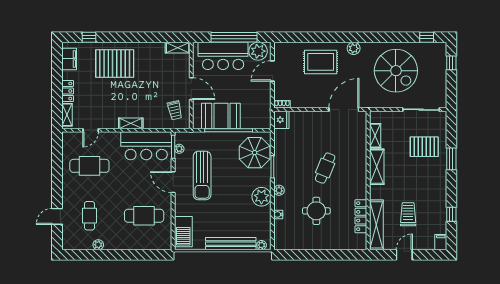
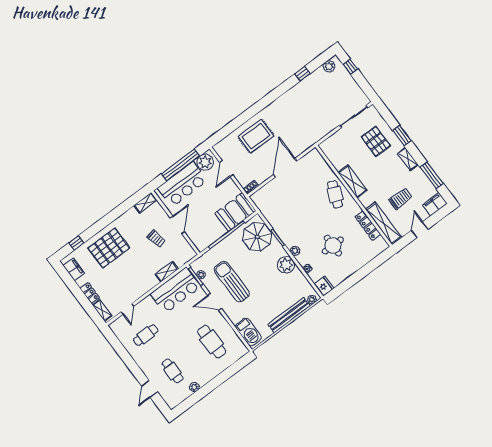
window: (427, 37) -> (303, 74), moved
plant: (354, 48) -> (329, 66), moved
spiral stairs: (396, 71) -> (315, 102), removed
door: (191, 89) -> (177, 225), hinge flipped
trolley: (175, 110) -> (156, 239), moved
door: (344, 110) -> (285, 168), moved
booth: (221, 116) -> (235, 212), moved
fridge: (281, 120) -> (324, 286), moved
shelving: (131, 123) -> (167, 272), moved
shelving: (375, 136) -> (408, 159), moved
pallet: (424, 147) -> (376, 141), turned 90
cafe table: (89, 166) -> (146, 335), width x0.73, depth x0.74
cafe table: (325, 168) -> (335, 194), moved
sun lounger: (202, 176) -> (232, 282), turned 180
trolley: (408, 214) -> (401, 199), turned 90
window: (451, 214) -> (432, 175), width x2.17
cafe table: (144, 216) -> (212, 342), turned 90
filing cabinet: (441, 242) -> (435, 204), width x2.00

